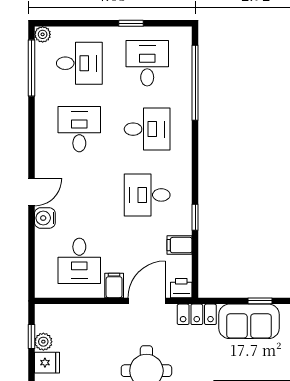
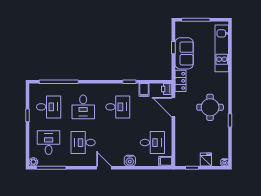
desk: (147, 63) -> (49, 107), turned 180
desk: (147, 129) -> (83, 107), turned 180
door: (31, 192) -> (104, 168), moved
desk: (147, 195) -> (118, 107), turned -90
filing cabinet: (114, 285) -> (165, 161), moved
plant: (43, 342) -> (195, 161), removed

